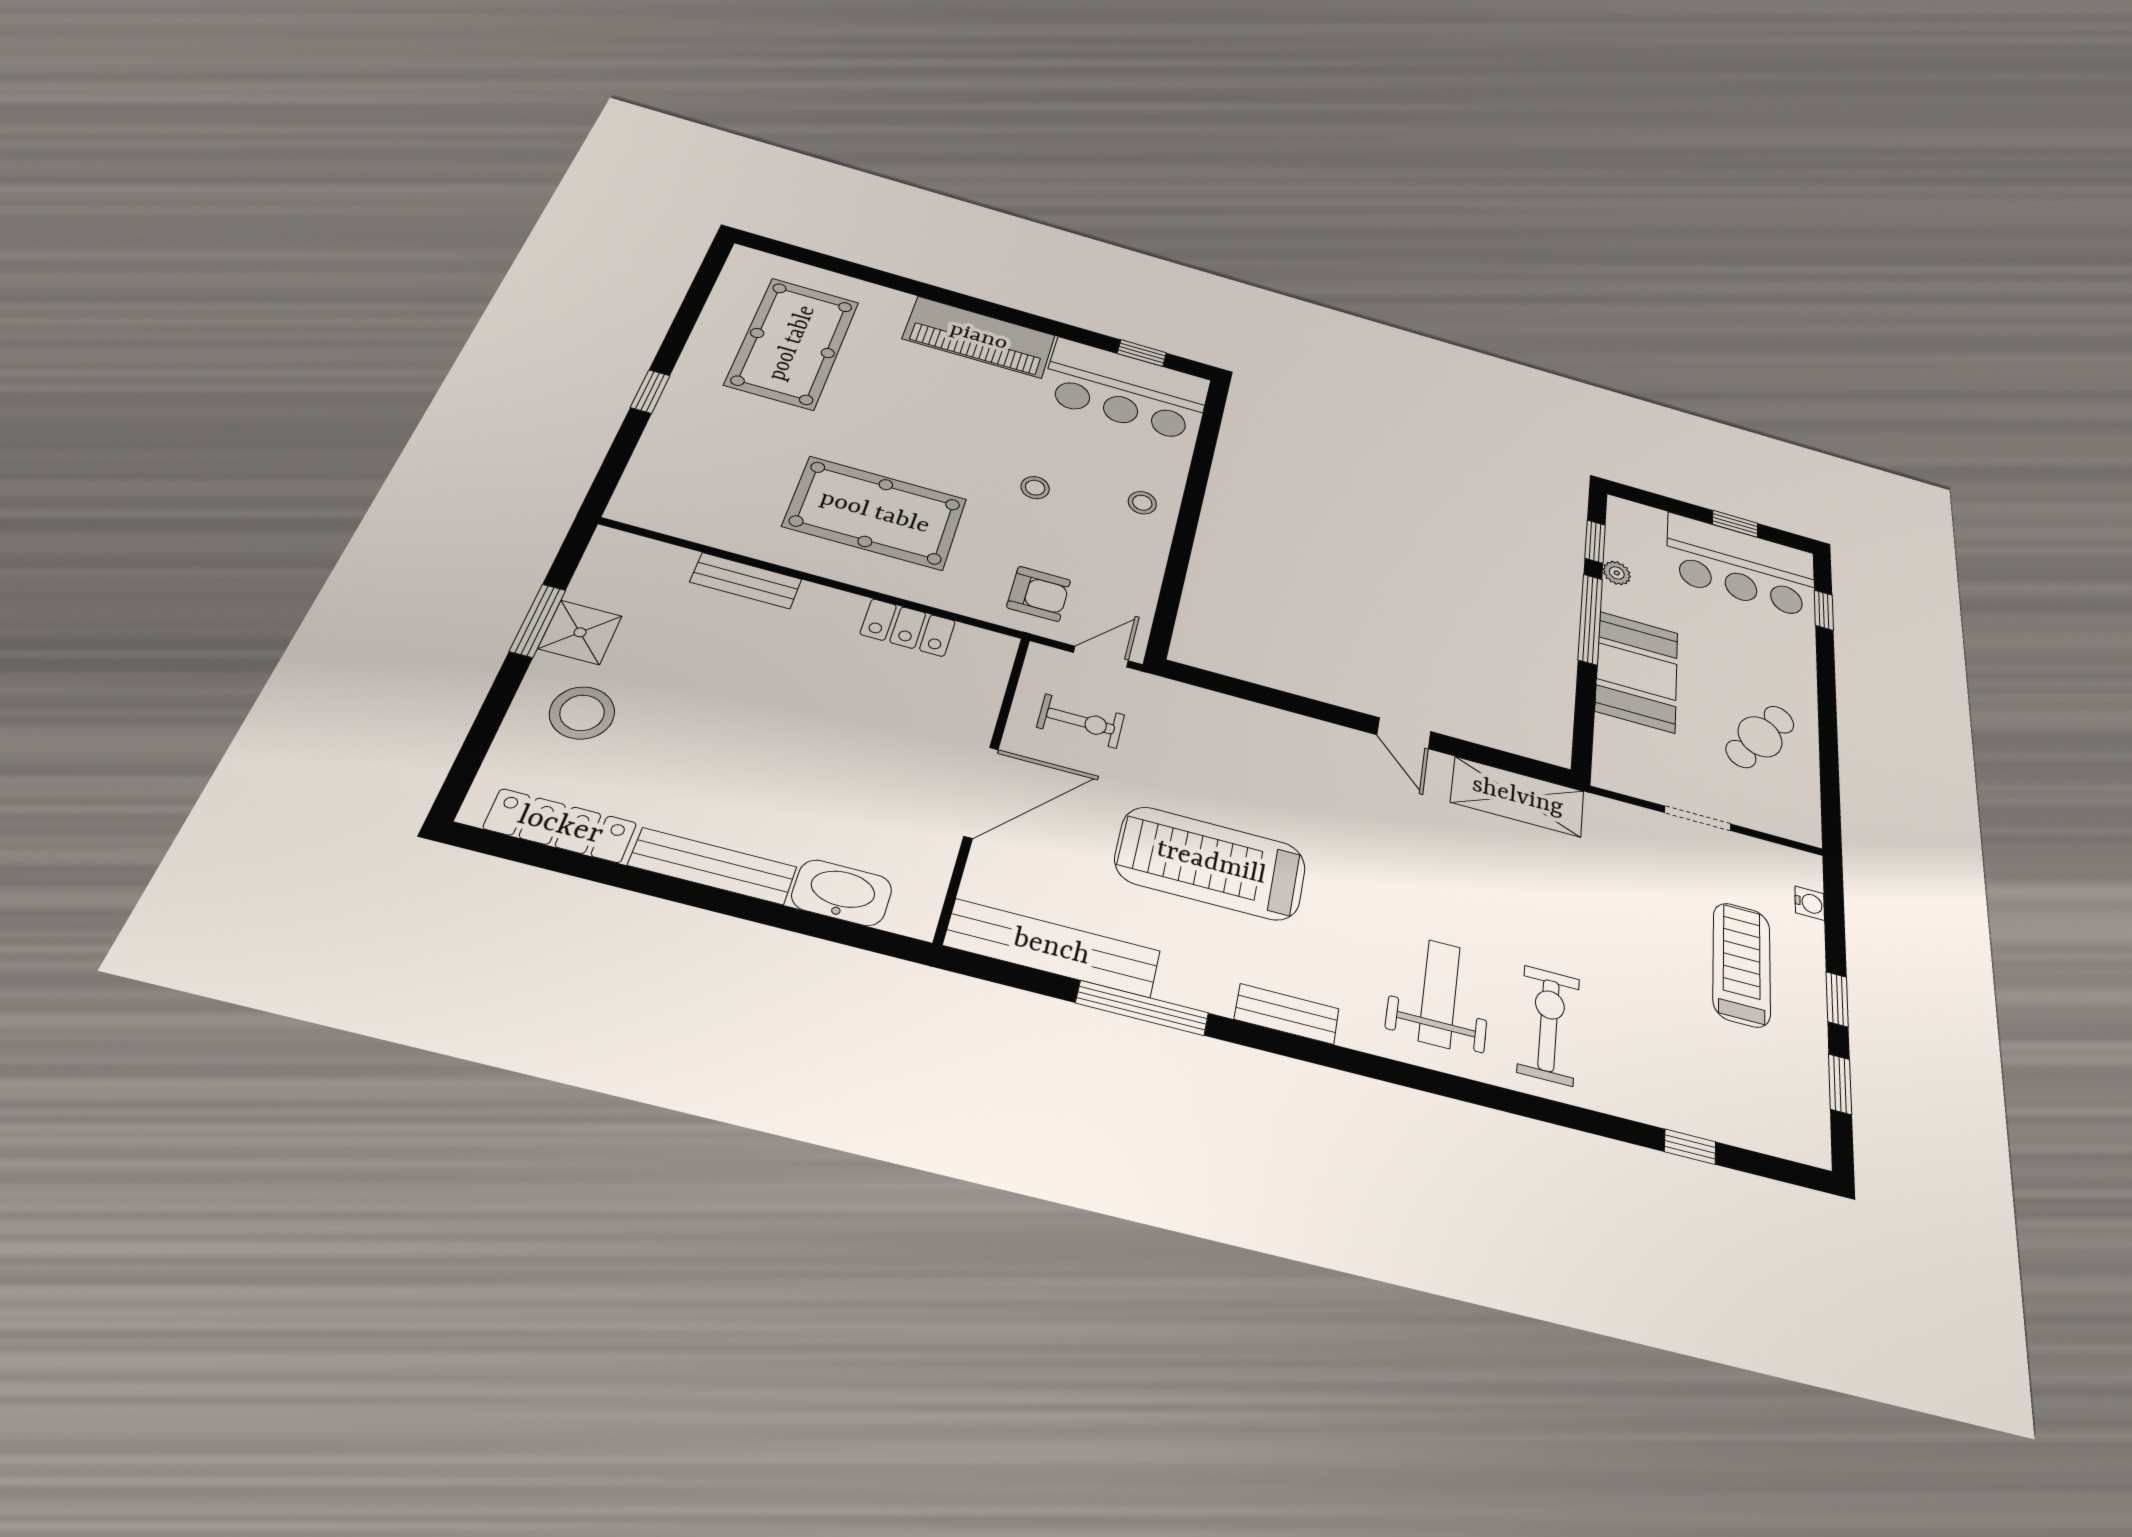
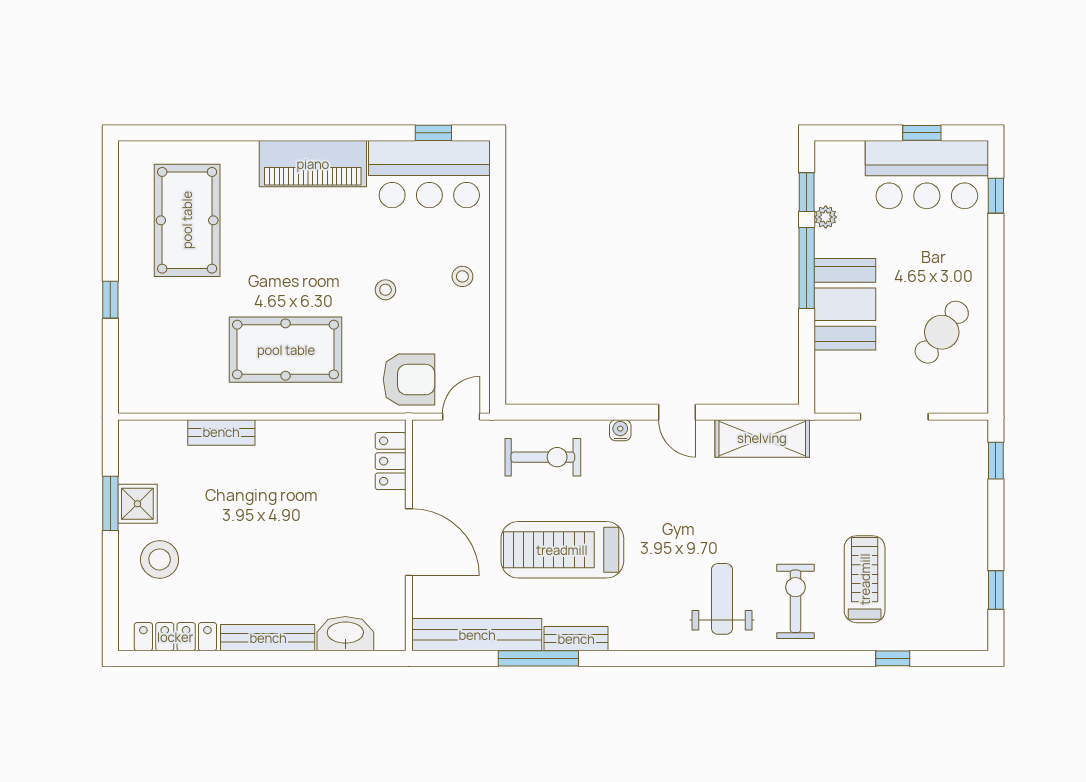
armchair: (1039, 594) -> (409, 380), width x1.38, depth x1.38
locker: (908, 628) -> (391, 461), moved, turned 90
exercise bike: (1081, 721) -> (543, 457), moved, width x1.38, depth x1.39
door: (981, 792) -> (409, 542), hinge flipped
doorway: (1698, 818) -> (894, 417), width x1.38
water cooler: (1810, 903) -> (620, 430), moved, turned -90
treadmill: (1742, 964) -> (865, 579), moved
window: (1837, 999) -> (996, 461), moved
bench: (1287, 1014) -> (576, 639), moved

